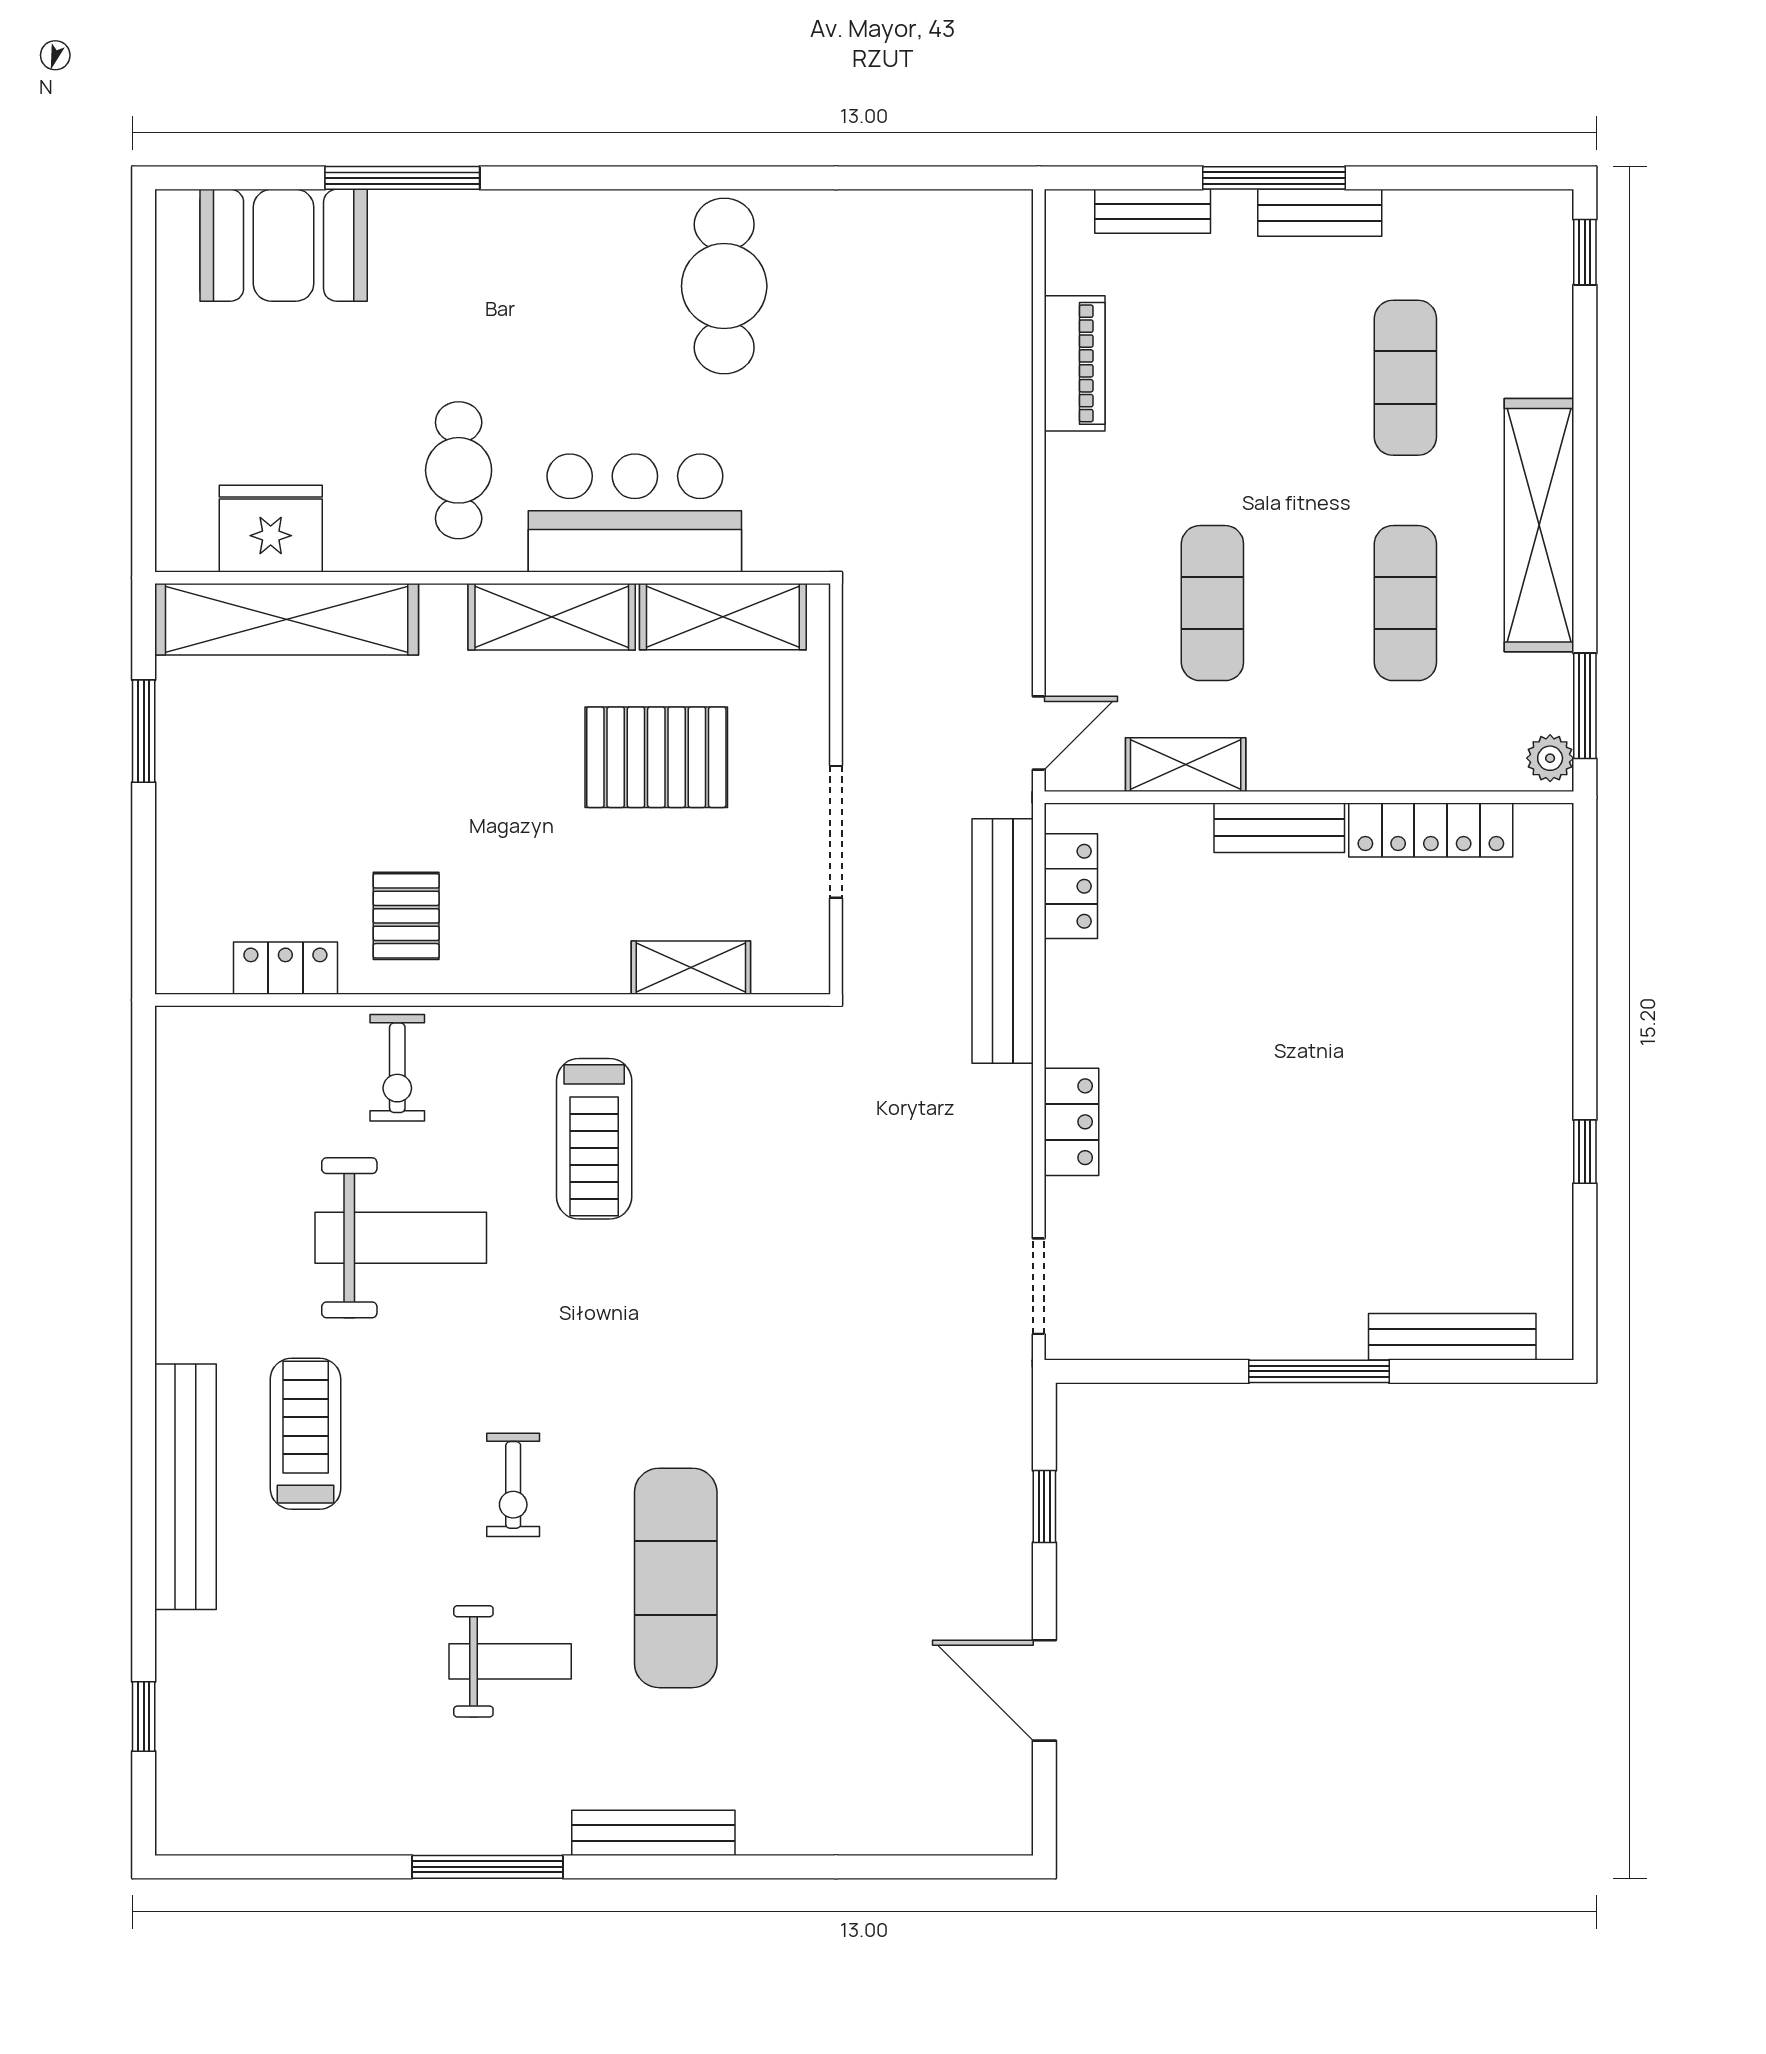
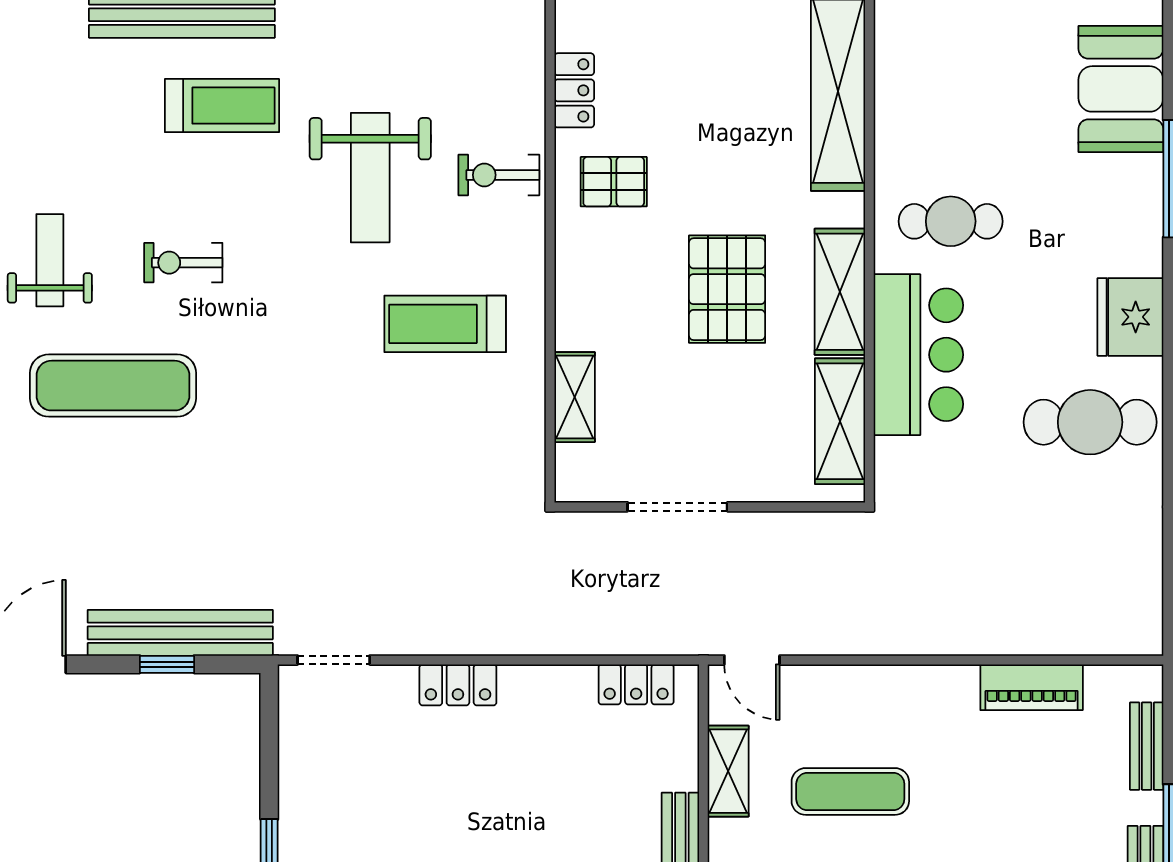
fridge: (271, 529) -> (1130, 317), moved, turned 180
pallet: (656, 757) -> (727, 289), moved
bench: (1003, 941) -> (180, 633), moved
weight bench: (510, 1661) -> (50, 260), turned 180

